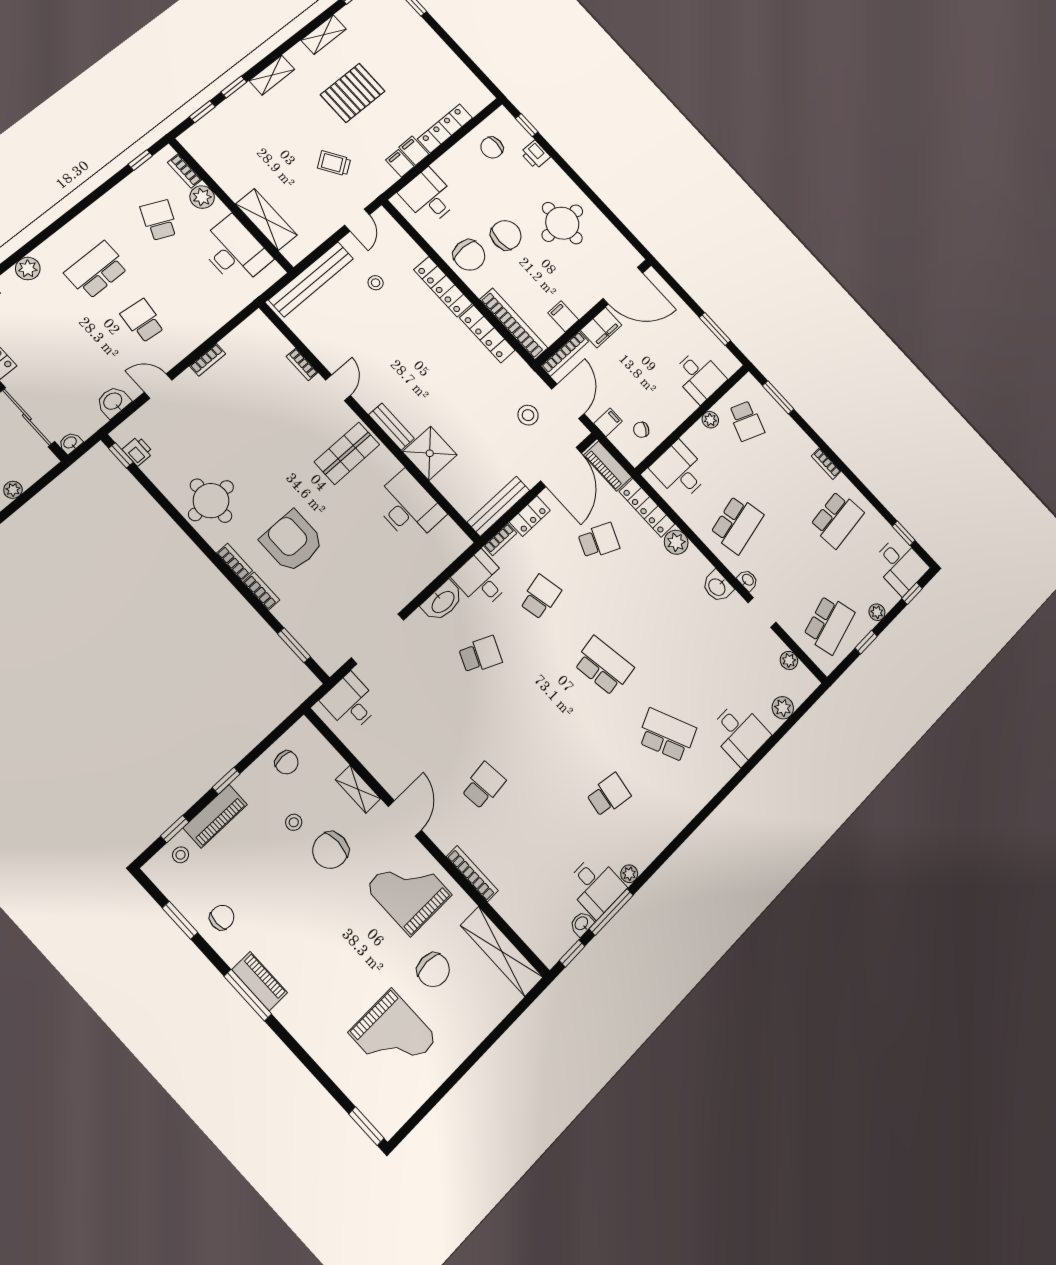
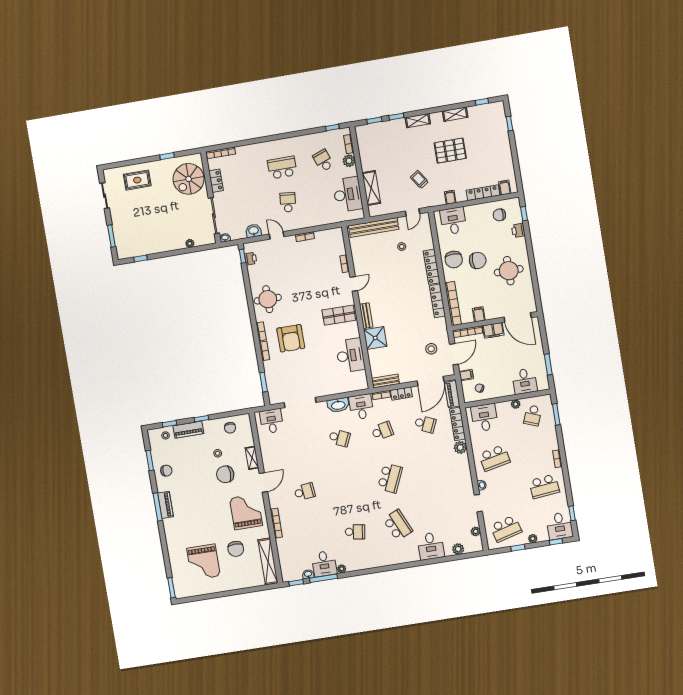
filing cabinet: (414, 151) -> (505, 188), moved
school desk: (159, 220) -> (323, 161), turned -45
plant: (28, 269) -> (254, 150), removed
bench: (498, 506) -> (386, 381), width x0.73
armchair: (292, 541) -> (291, 338), turned 180
washbasin: (717, 587) -> (466, 479), removed
school desk: (604, 666) -> (390, 478), turned 33

